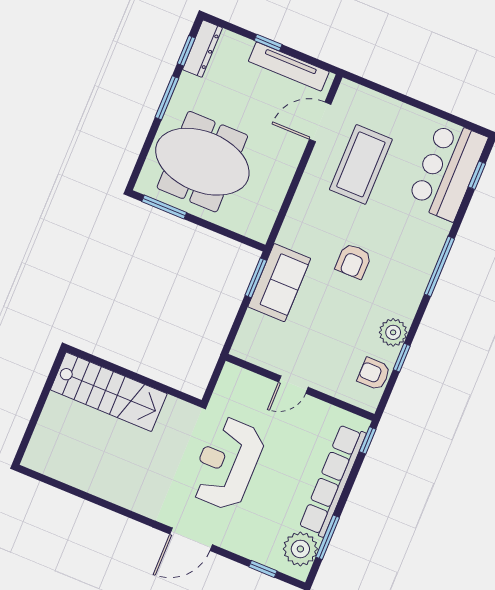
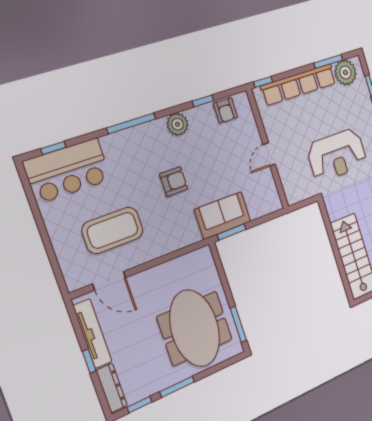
dresser: (202, 49) -> (112, 388), moved, turned 90
plant: (393, 332) -> (178, 124), moved
door: (293, 385) -> (269, 154), swing flipped

